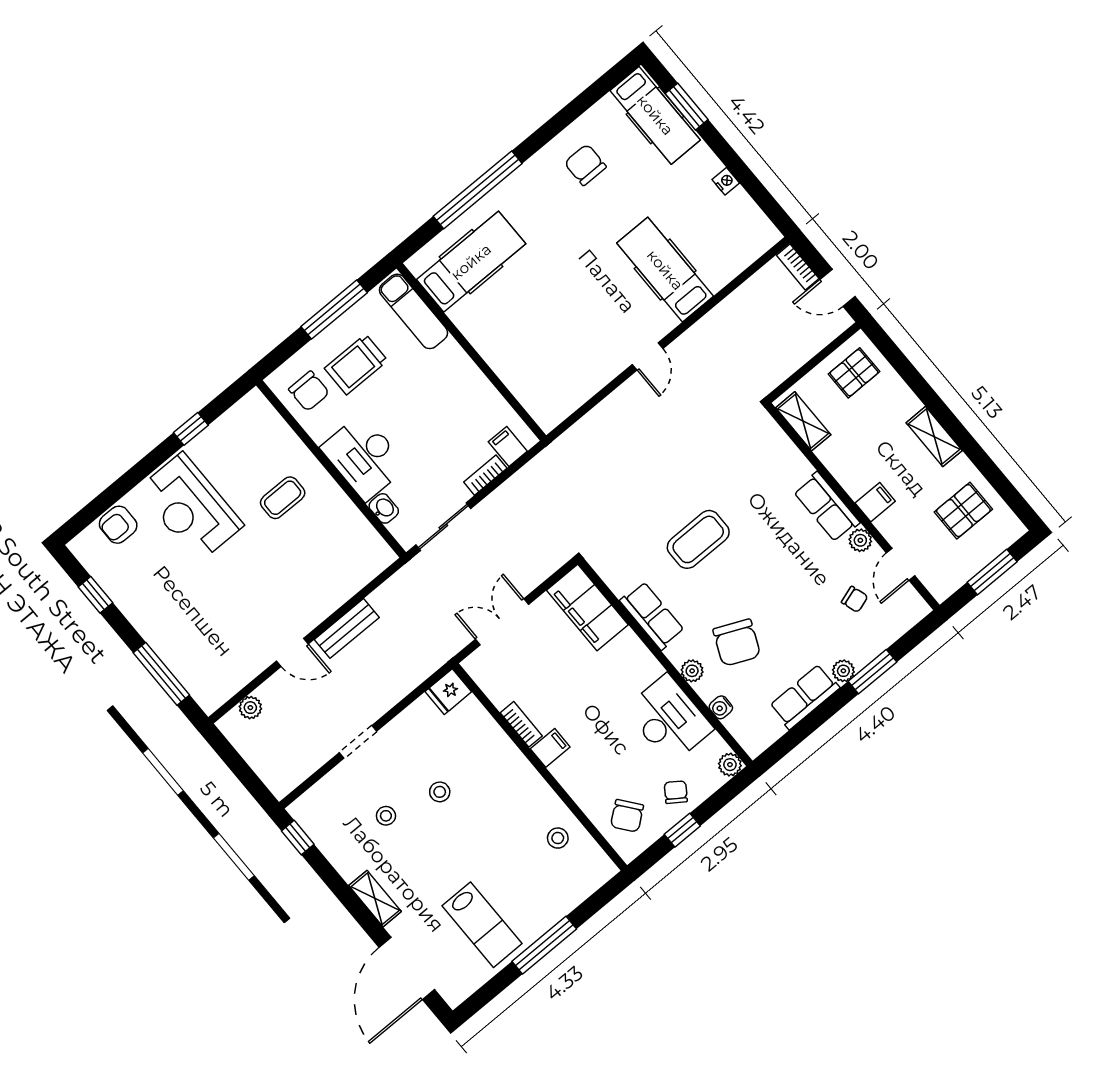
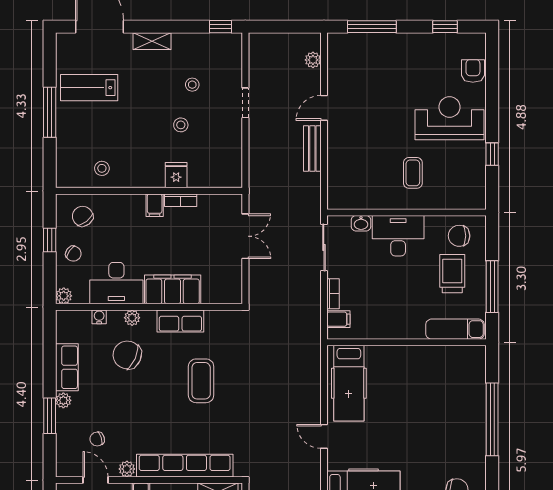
hospital bed: (471, 262) -> (349, 383), moved
row of seats: (827, 507) -> (185, 466), width x2.02
filing cabinet: (587, 608) -> (173, 289), moved
fridge: (448, 692) -> (176, 175), moved

